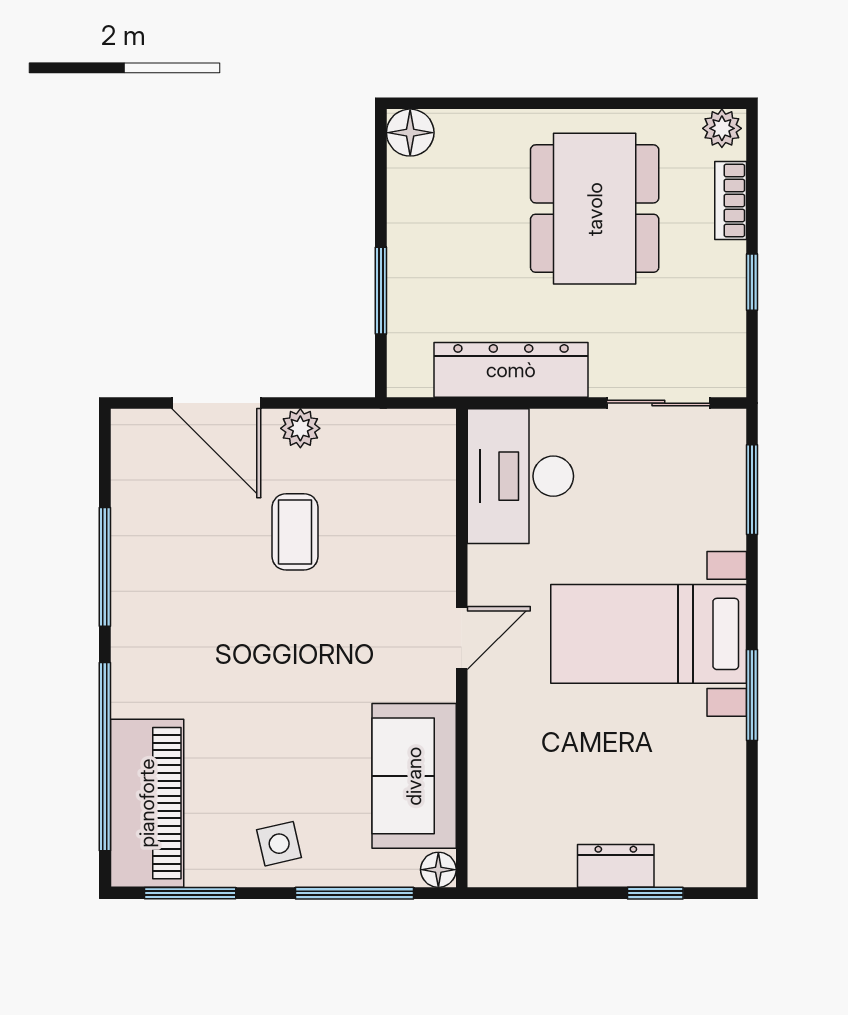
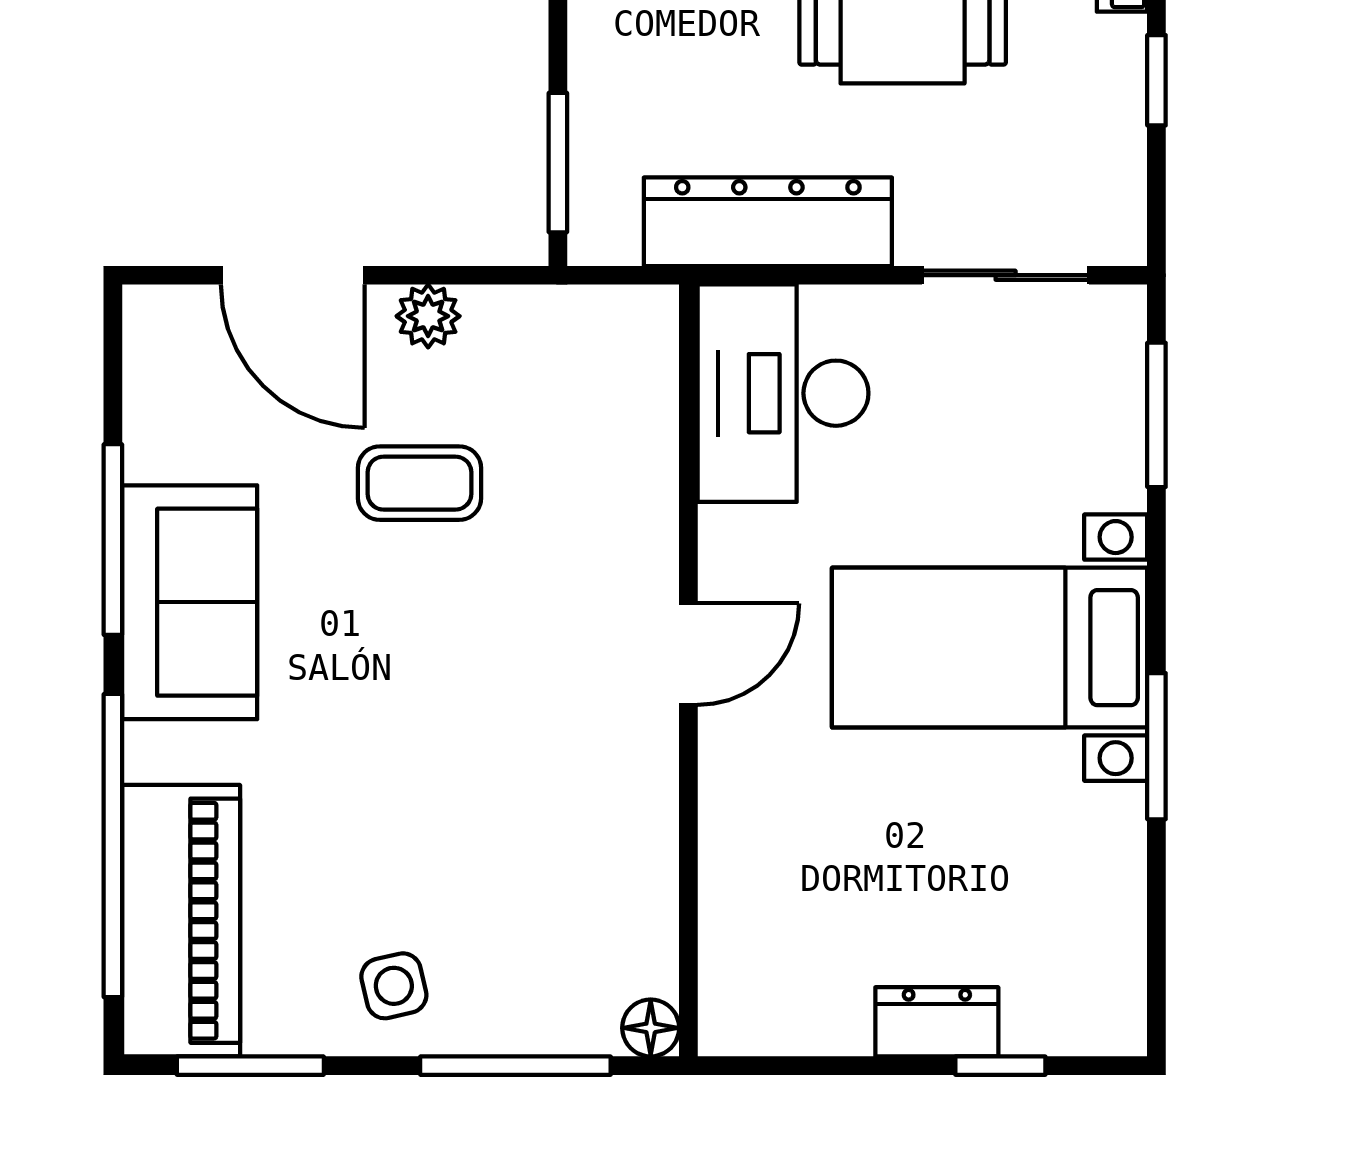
window: (381, 291) -> (558, 163), moved
coffee table: (295, 532) -> (419, 483), turned 90
sofa: (414, 776) -> (190, 602), moved, turned 180

